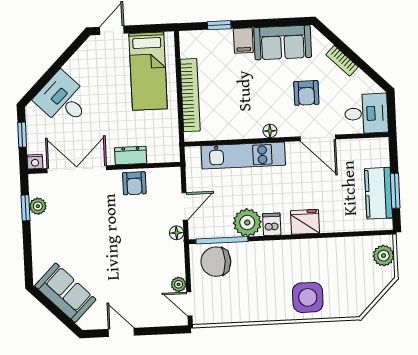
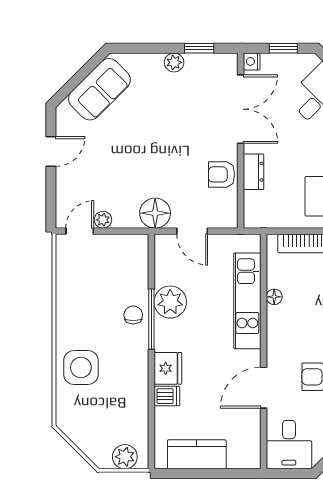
floor lamp: (270, 131) -> (274, 297), moved
window: (395, 191) -> (199, 474), removed
plant: (38, 206) -> (174, 62), moved
dishwasher: (272, 224) -> (167, 396), moved
floor lamp: (177, 233) -> (155, 213), width x1.89, depth x1.89
window: (222, 240) -> (151, 319), moved
chair: (216, 262) -> (133, 315), moved, width x0.54, depth x0.54

